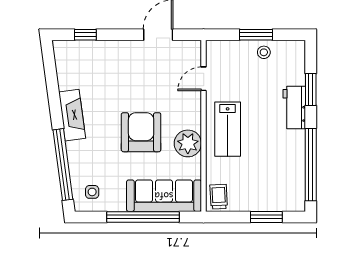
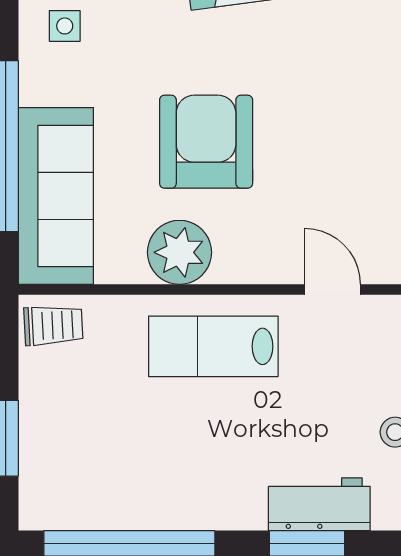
workbench: (294, 107) -> (319, 504), moved
armchair: (141, 132) -> (206, 142), turned -90

